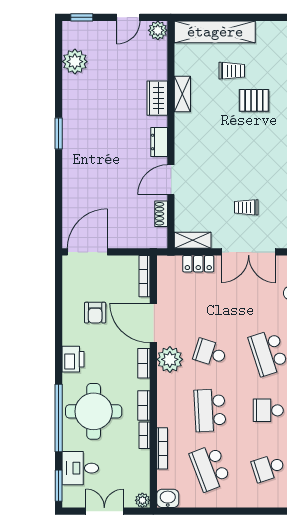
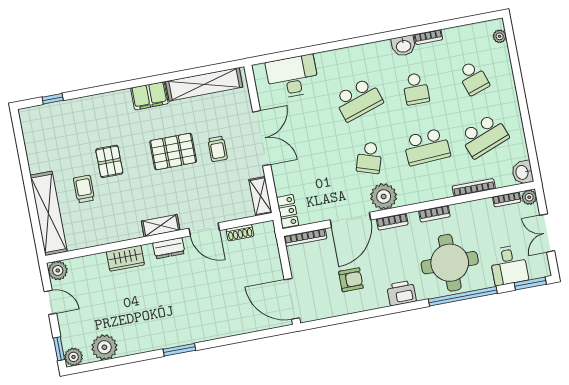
plant: (71, 30) -> (74, 357), added
shelving: (182, 94) -> (161, 226), moved
pallet: (252, 164) -> (173, 152), added
locker: (198, 264) -> (288, 211), moved
bookcase: (144, 435) -> (507, 199), moved

